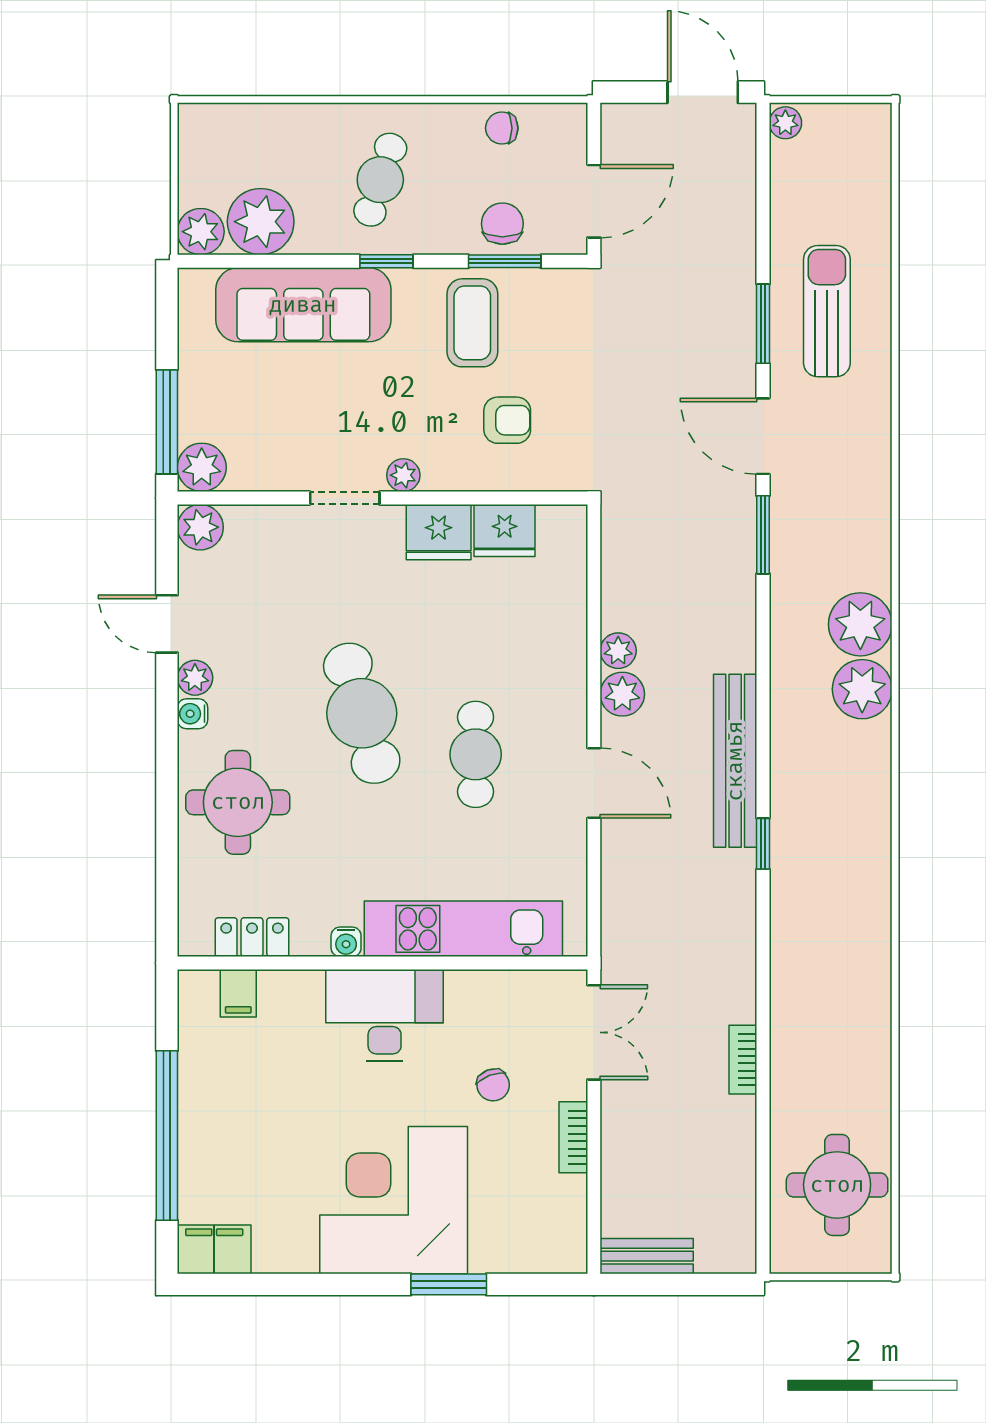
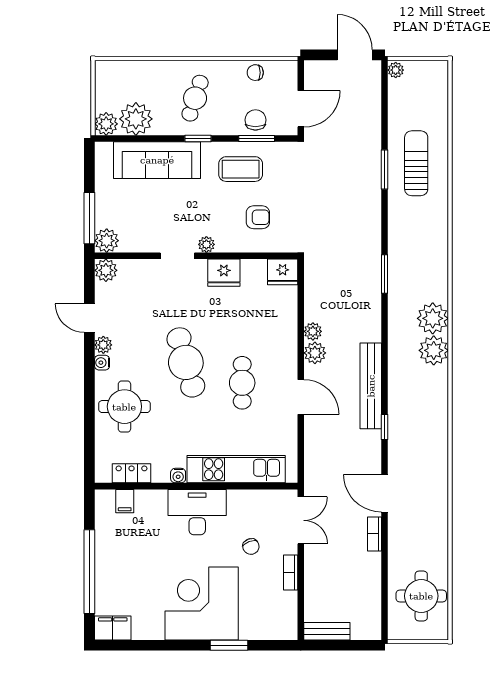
coffee table: (472, 323) -> (241, 169), turned 90
door: (763, 436) -> (385, 493), moved
fridge: (505, 530) -> (283, 272), moved

